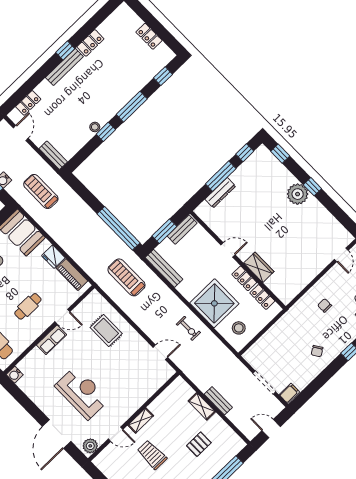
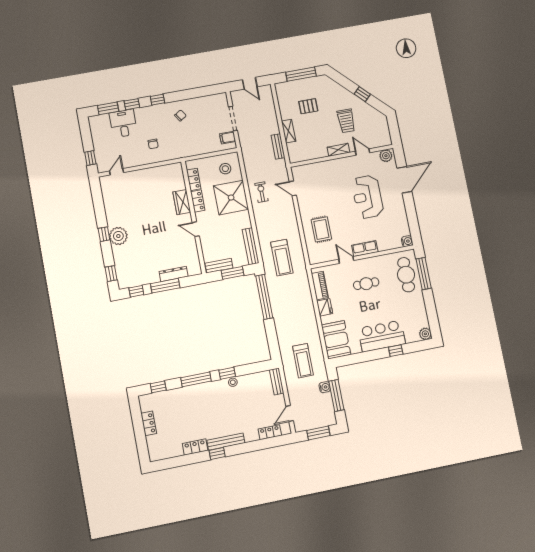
filing cabinet: (289, 393) -> (228, 138), moved
bench: (218, 401) -> (278, 146), moved

